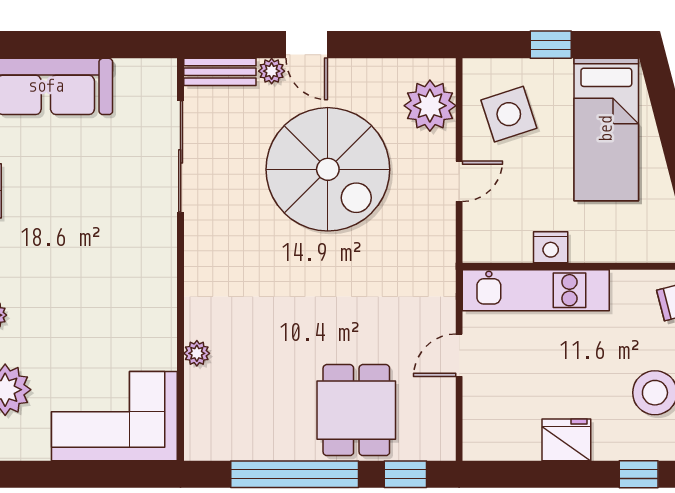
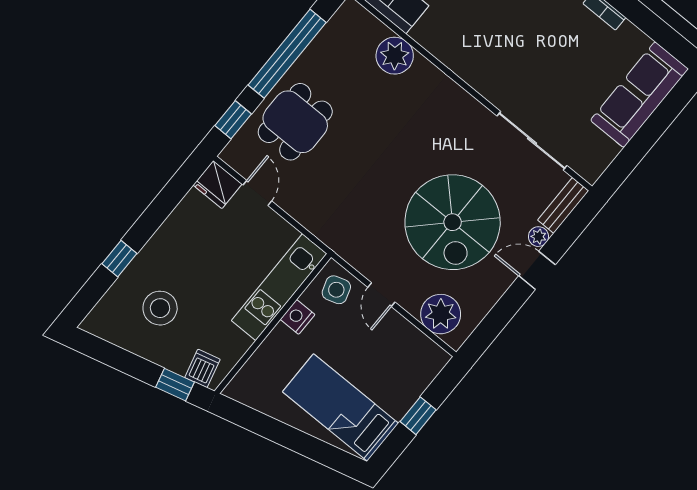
side table: (509, 114) -> (336, 290), moved, width x0.73, depth x0.73
spiral stairs: (328, 169) -> (453, 222), turned -90
plant: (197, 353) -> (395, 56), width x1.88, depth x1.88
door: (459, 355) -> (257, 193), moved
dining table: (356, 410) -> (295, 122), turned 90
fridge: (566, 440) -> (218, 185), moved, turned 90

